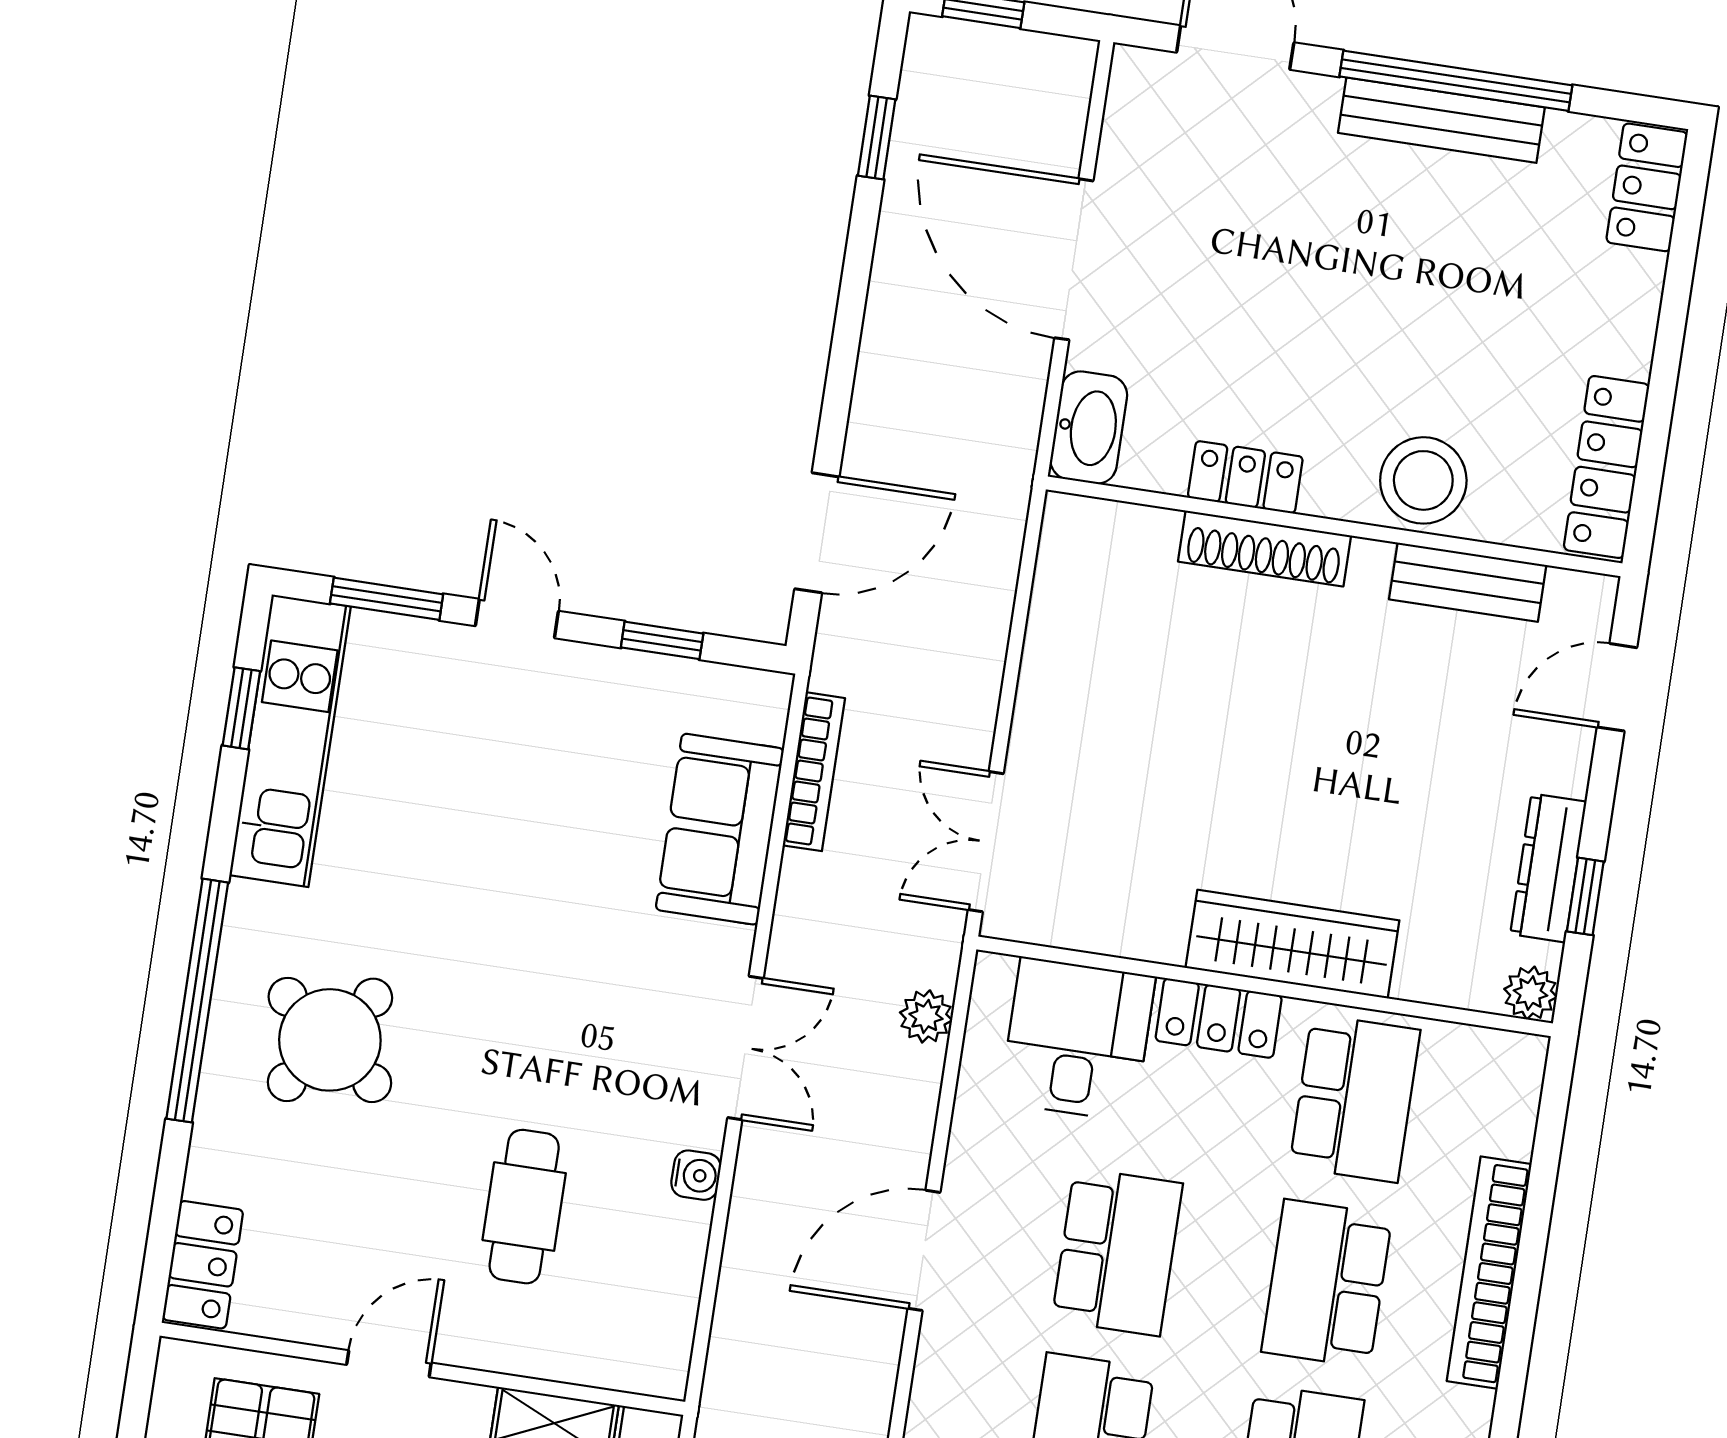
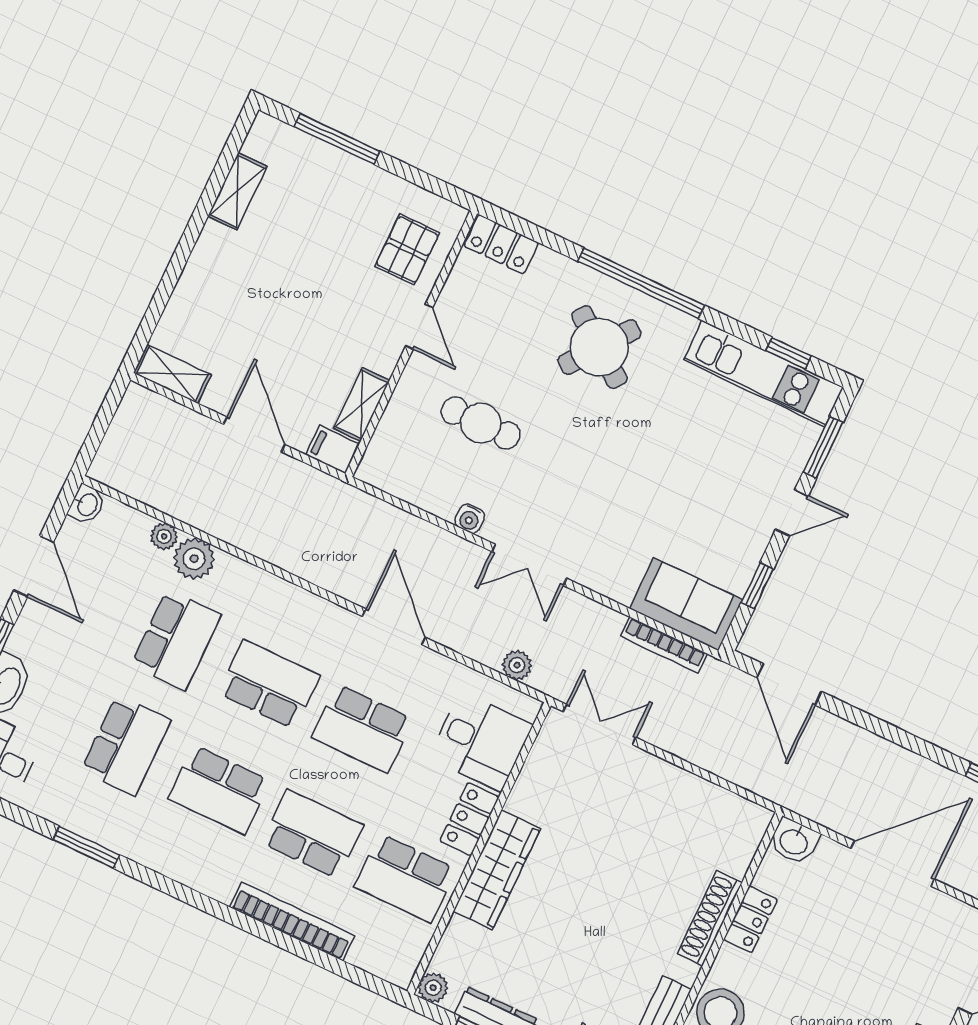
washbasin: (1089, 428) -> (794, 841), width x0.72
sofa: (720, 829) -> (686, 604), moved

